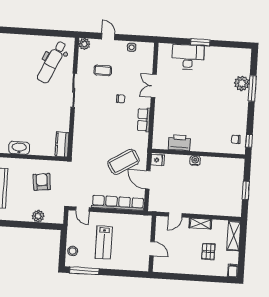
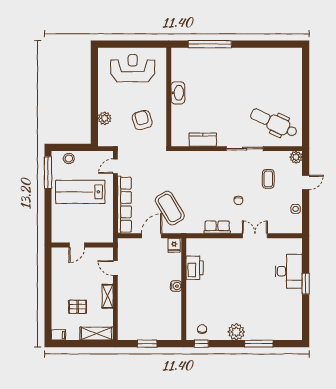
plant: (242, 83) -> (236, 332), moved
kitchen counter: (62, 144) -> (203, 140), moved
armchair: (42, 182) -> (142, 120), turned -99
lab bench: (104, 242) -> (80, 192), width x1.36, depth x1.39

